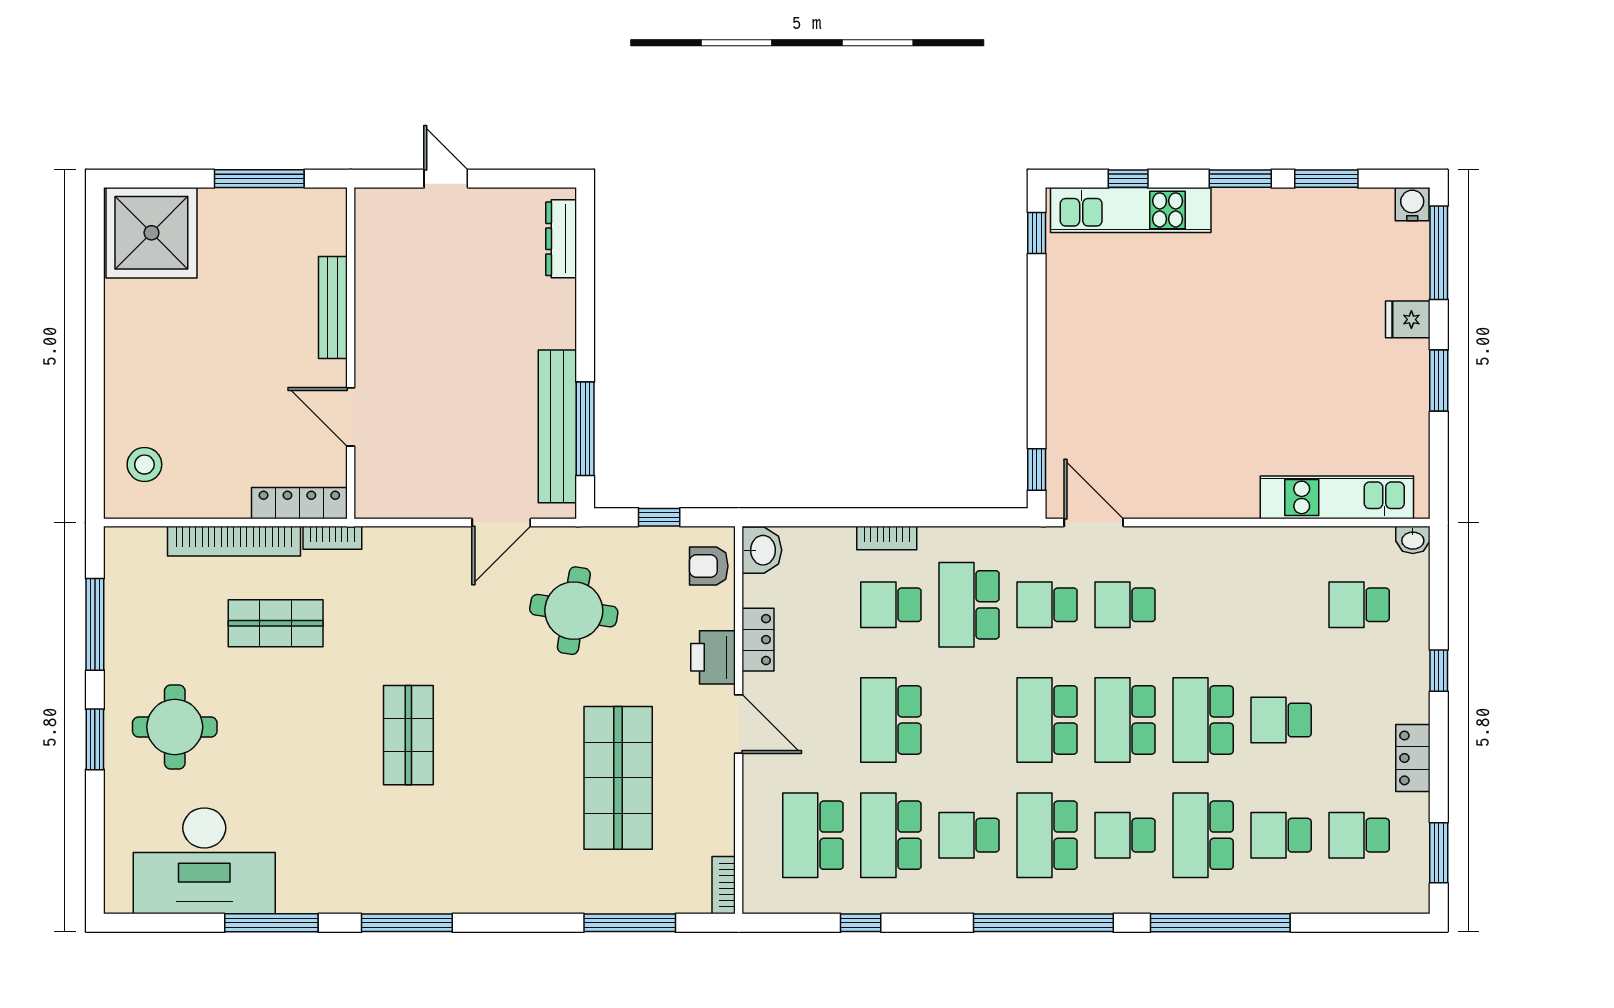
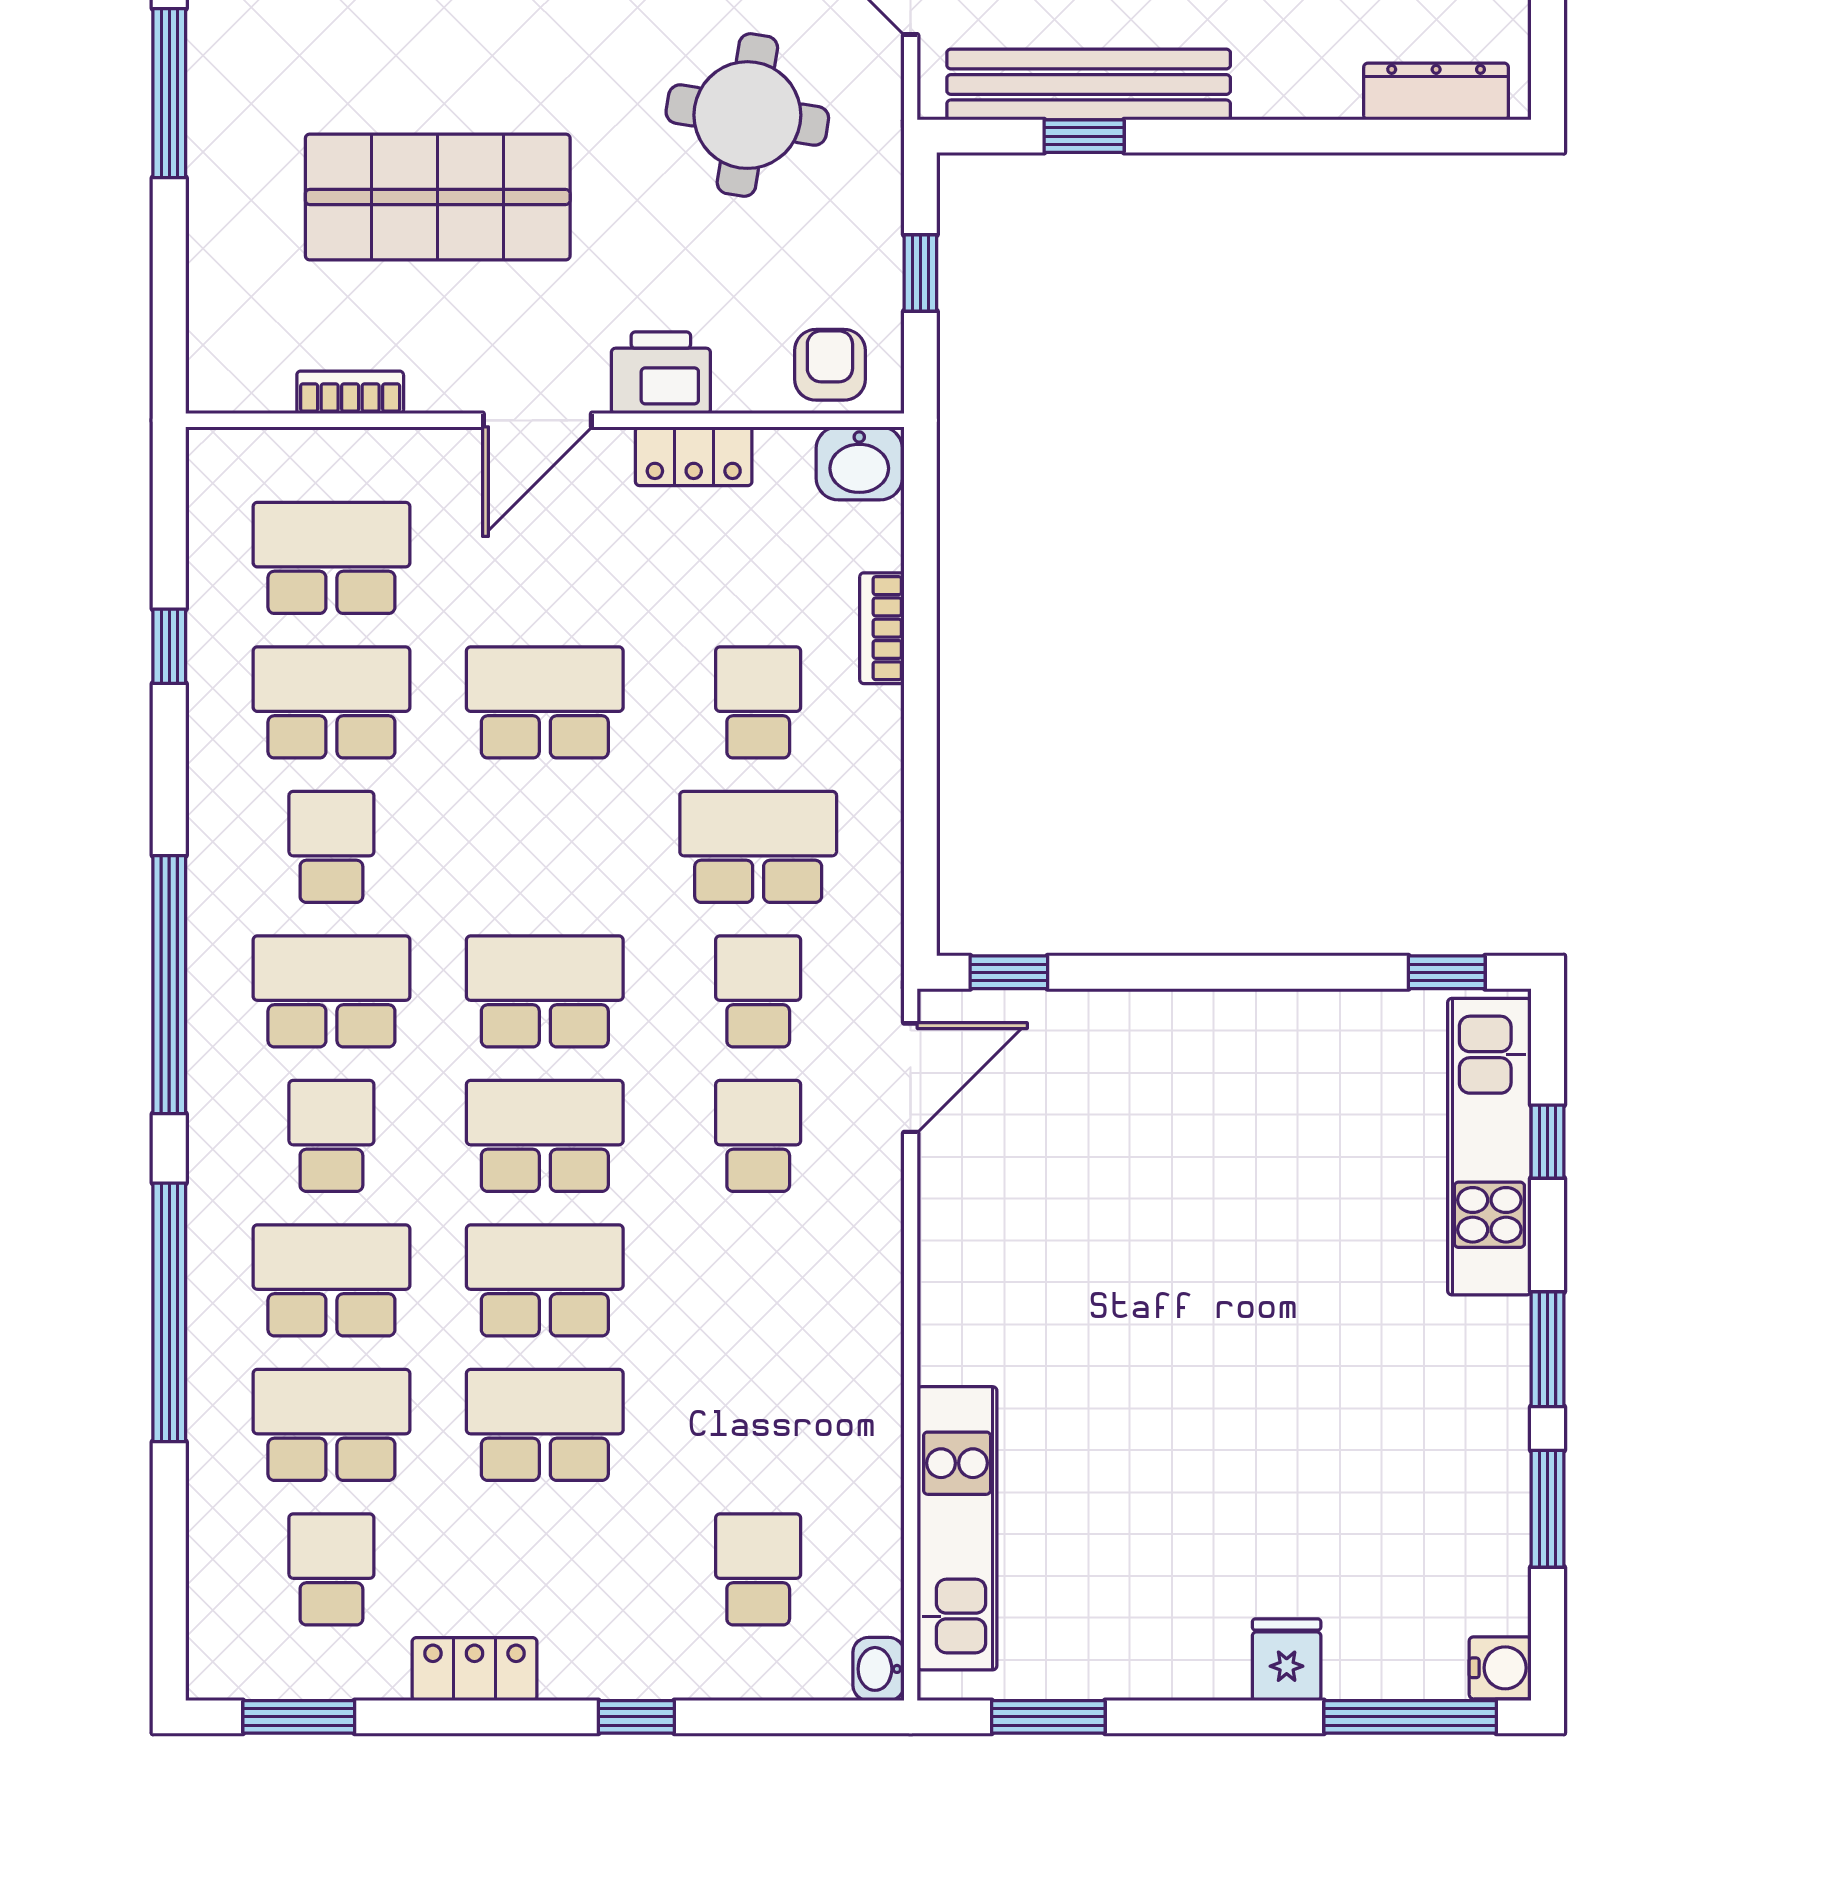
window: (1439, 381) -> (1048, 1717), moved
window: (585, 429) -> (1084, 136), width x0.46
bookcase: (887, 538) -> (882, 628), moved
school desk: (1281, 720) -> (545, 1425), width x1.85
school desk: (1281, 835) -> (331, 1425), width x1.85
bookcase: (724, 885) -> (350, 392), moved
window: (630, 923) -> (169, 93), moved

